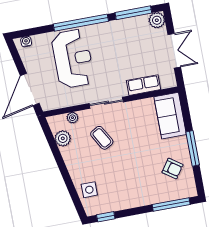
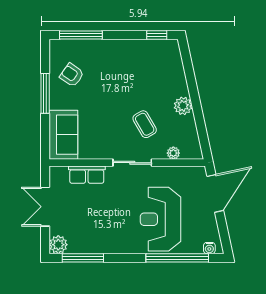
window: (81, 23) -> (177, 258), moved
plant: (63, 138) -> (183, 106), moved
side table: (89, 190) -> (170, 69), removed

